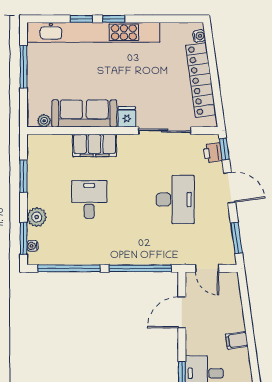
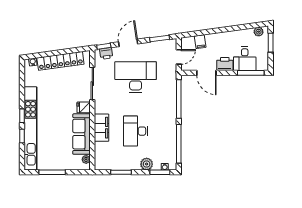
desk: (89, 199) -> (136, 131), width x1.37
desk: (175, 199) -> (136, 77), width x1.36, depth x1.30
filing cabinet: (237, 340) -> (200, 42), moved
printer: (196, 342) -> (225, 64), added

